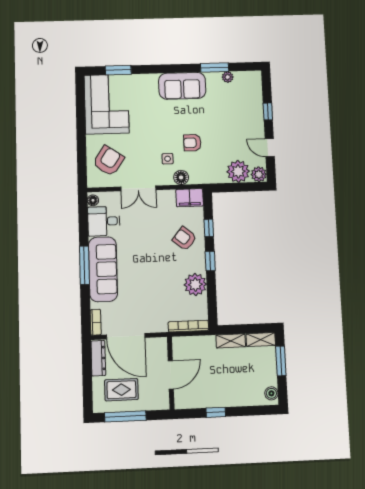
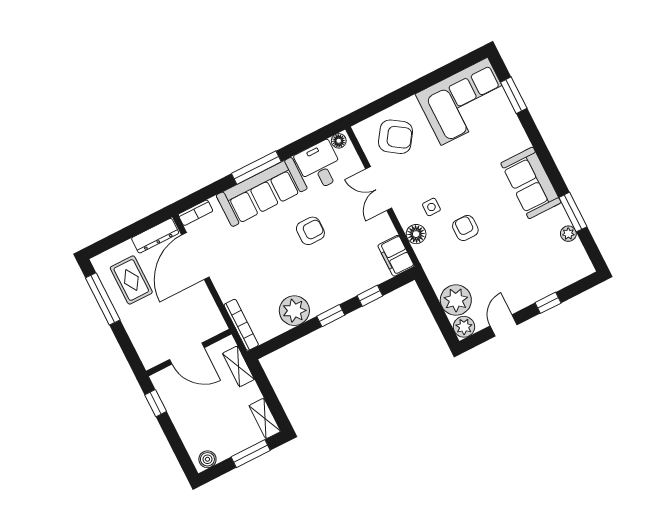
armchair: (185, 239) -> (310, 231), moved, turned 51
shelving: (231, 341) -> (238, 366), moved
wall: (171, 373) -> (189, 353), moved
door: (171, 375) -> (187, 354), moved

